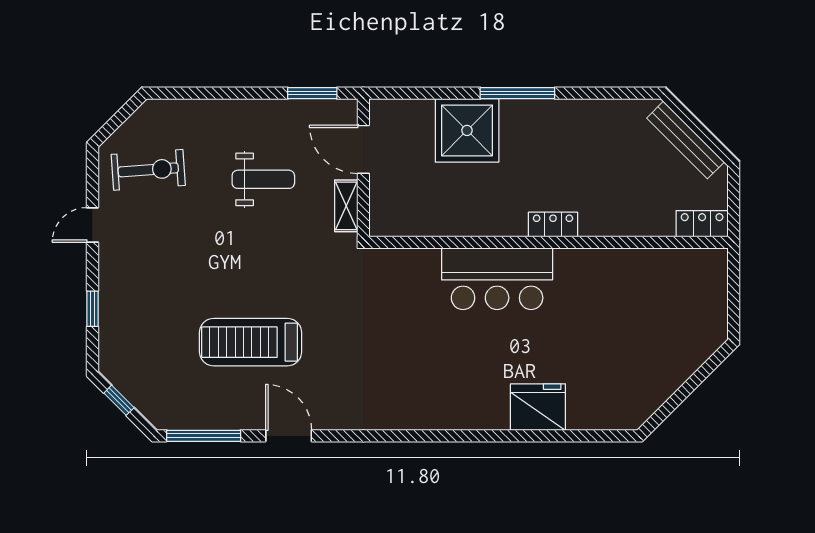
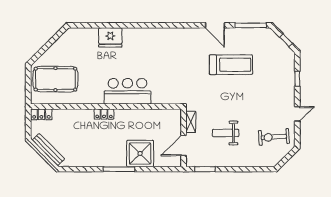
door: (363, 149) -> (184, 146), swing flipped
pool table: (669, 308) -> (55, 79), added

